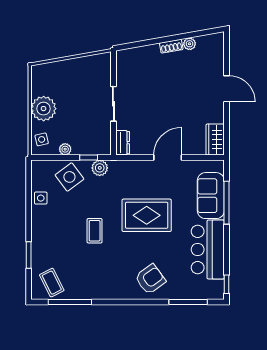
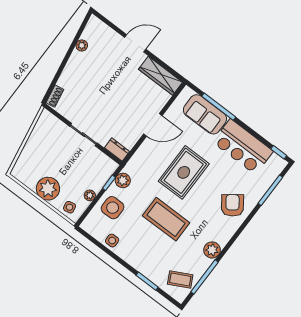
shoe rack: (171, 46) -> (55, 96), moved
wardrobe: (215, 140) -> (161, 76), width x1.50
door: (168, 157) -> (153, 125), swing flipped
side table: (69, 177) -> (113, 208), turned 37
coffee table: (95, 231) -> (166, 219), width x1.86, depth x1.72
plant: (98, 291) -> (212, 250), added

